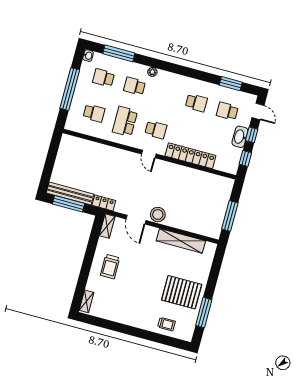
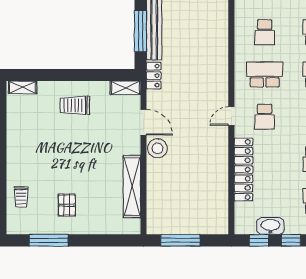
washbasin: (240, 137) -> (270, 226), moved
door: (136, 220) -> (143, 122), swing flipped
pallet: (182, 292) -> (67, 205), width x0.49, depth x0.50

